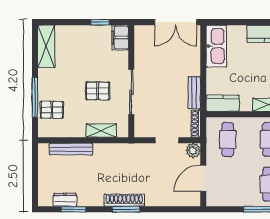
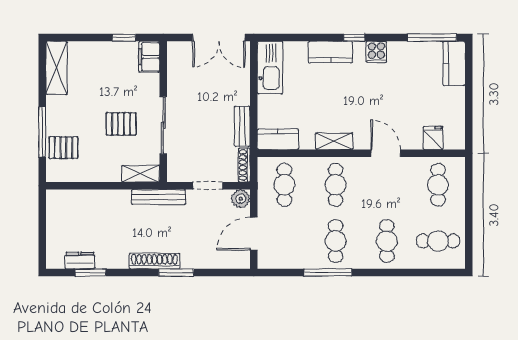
shelving: (101, 131) -> (141, 174), moved
bench: (71, 149) -> (159, 197), moved
window: (126, 209) -> (176, 273), moved

